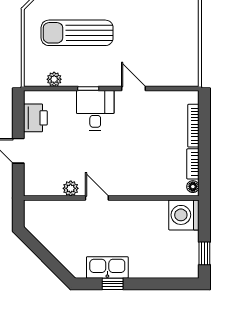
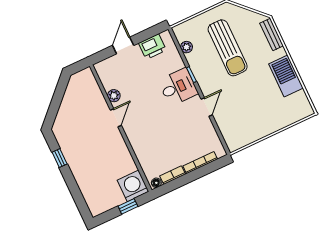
sun lounger: (77, 33) -> (228, 48), turned 180
window: (204, 253) -> (128, 206), moved
kitchen sink: (107, 267) -> (70, 149), removed

